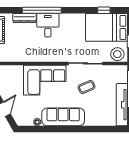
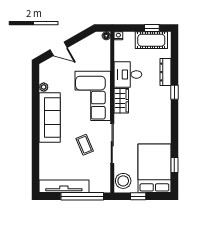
window: (42, 10) -> (174, 92), width x0.32
desk: (48, 25) -> (128, 74), moved, turned 180
wardrobe: (49, 56) -> (121, 101), added

